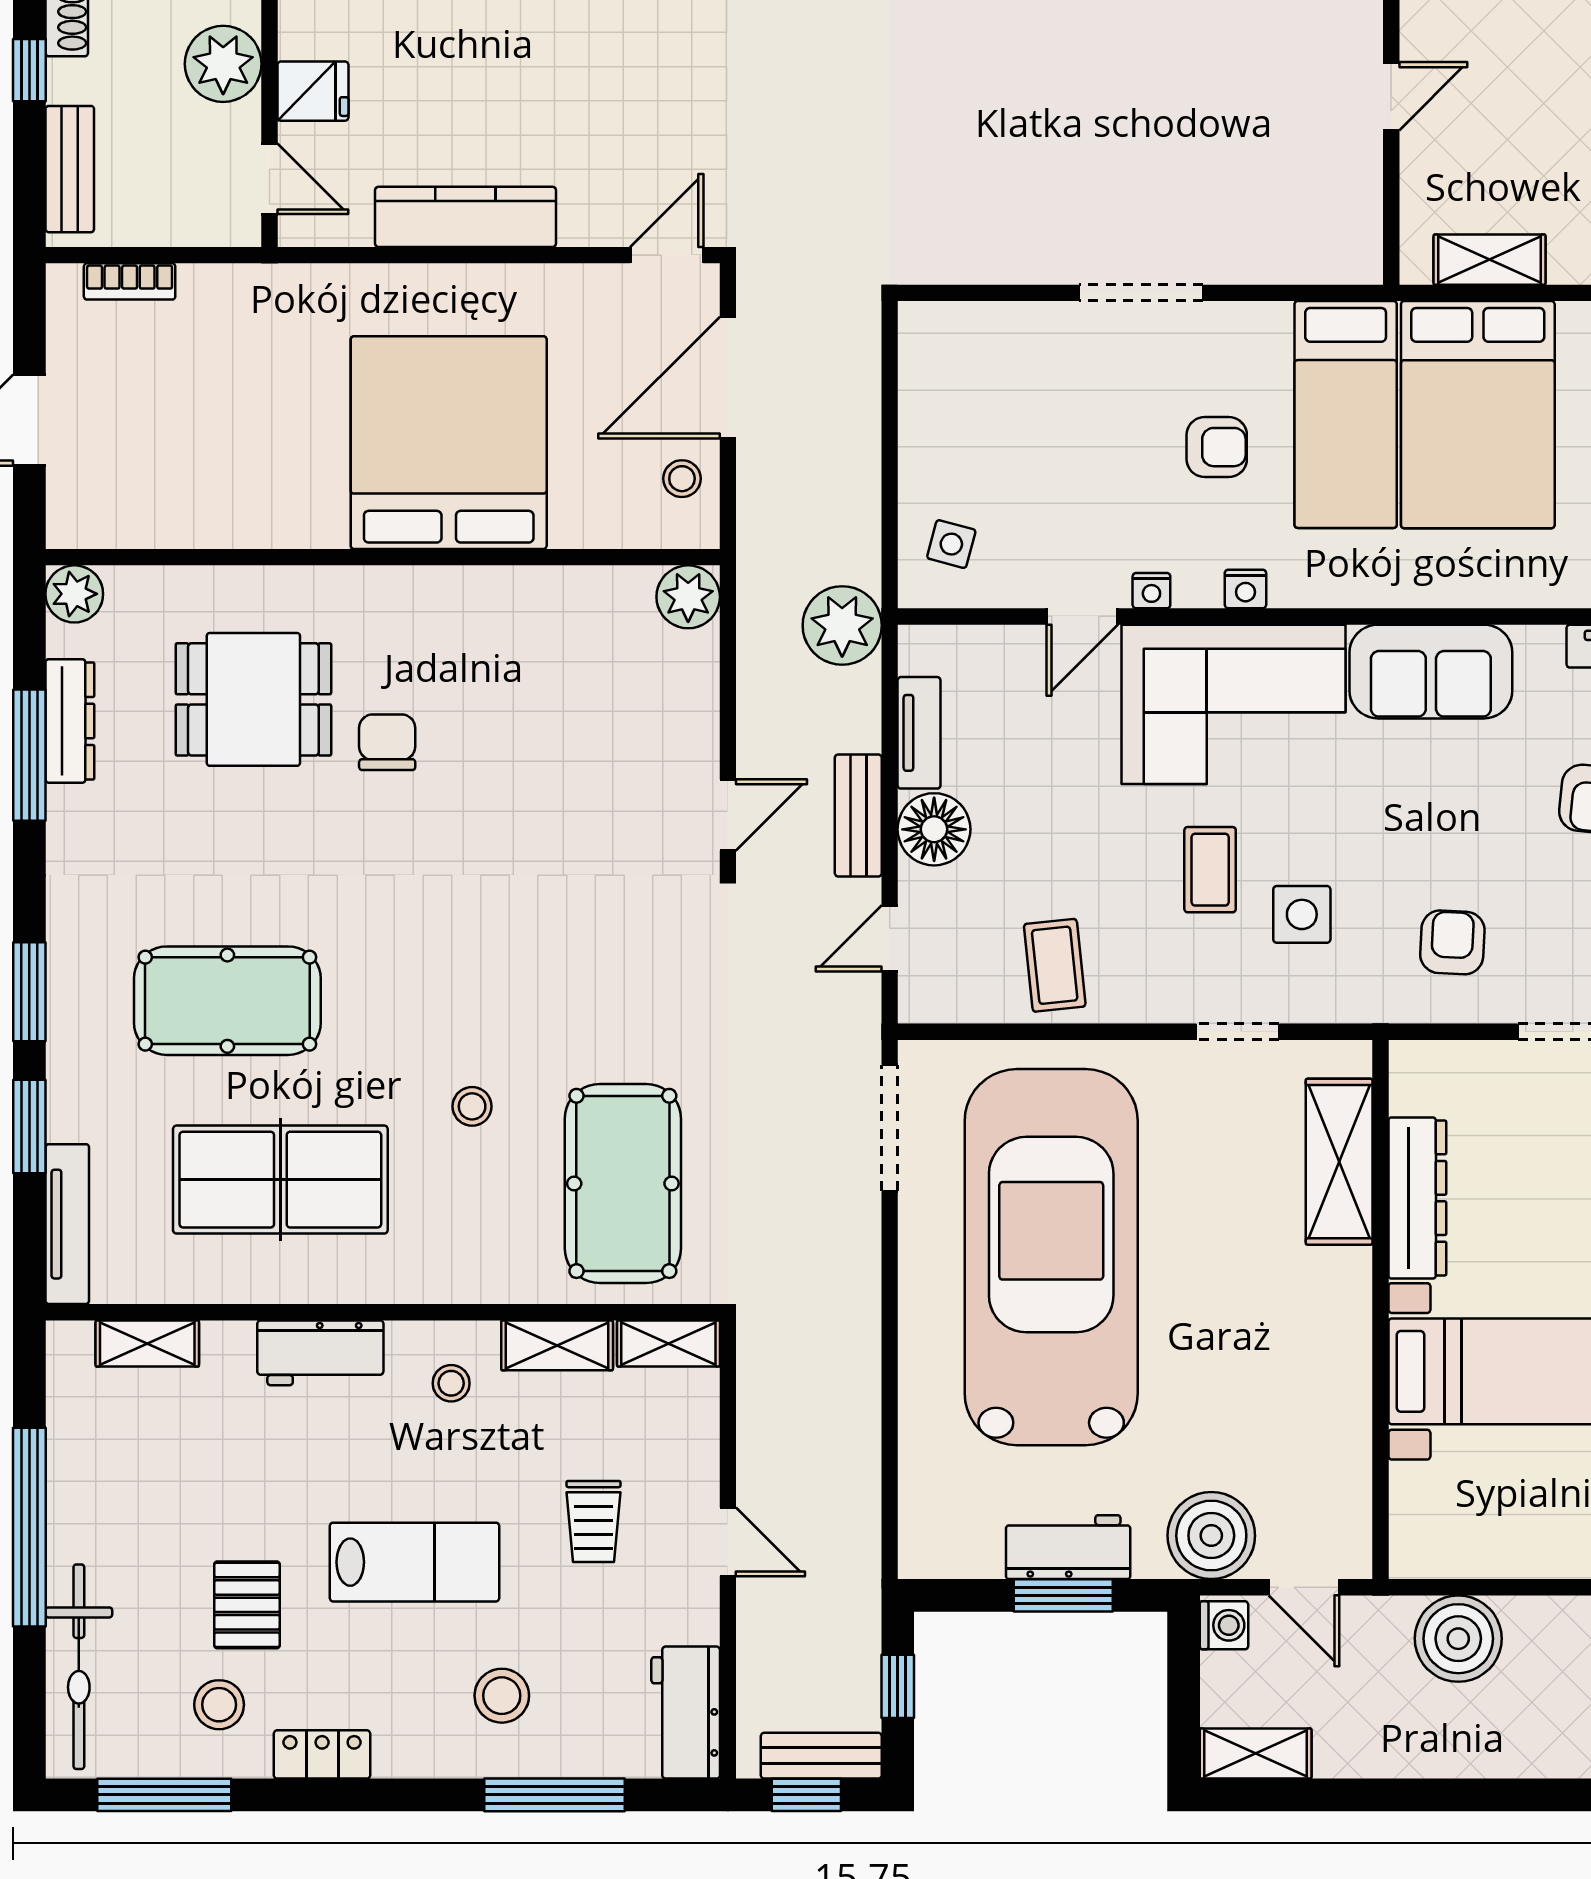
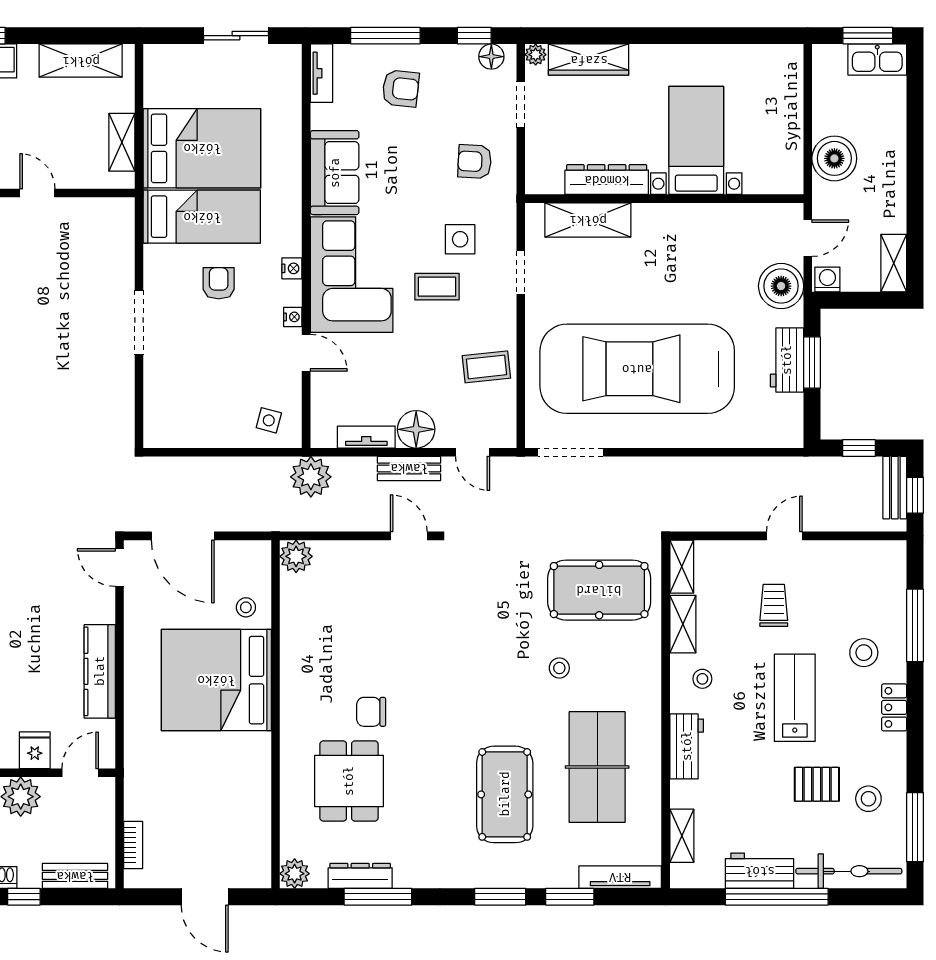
stool: (682, 479) -> (246, 607), moved
trolley: (593, 1521) -> (774, 605), turned -90
workbench: (686, 1713) -> (760, 871), moved, turned 180
locker: (322, 1754) -> (894, 707), moved

